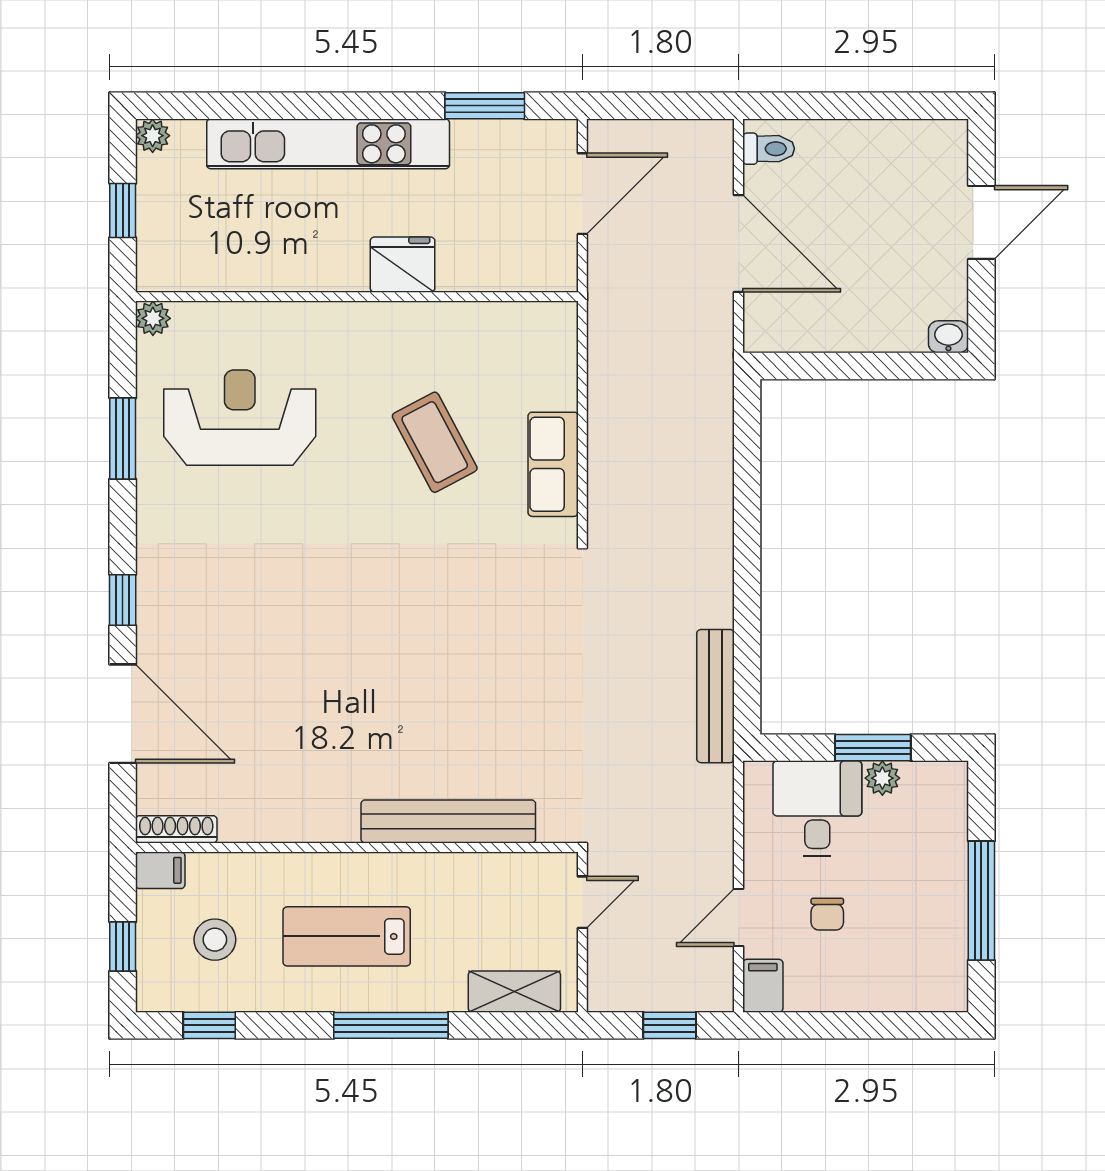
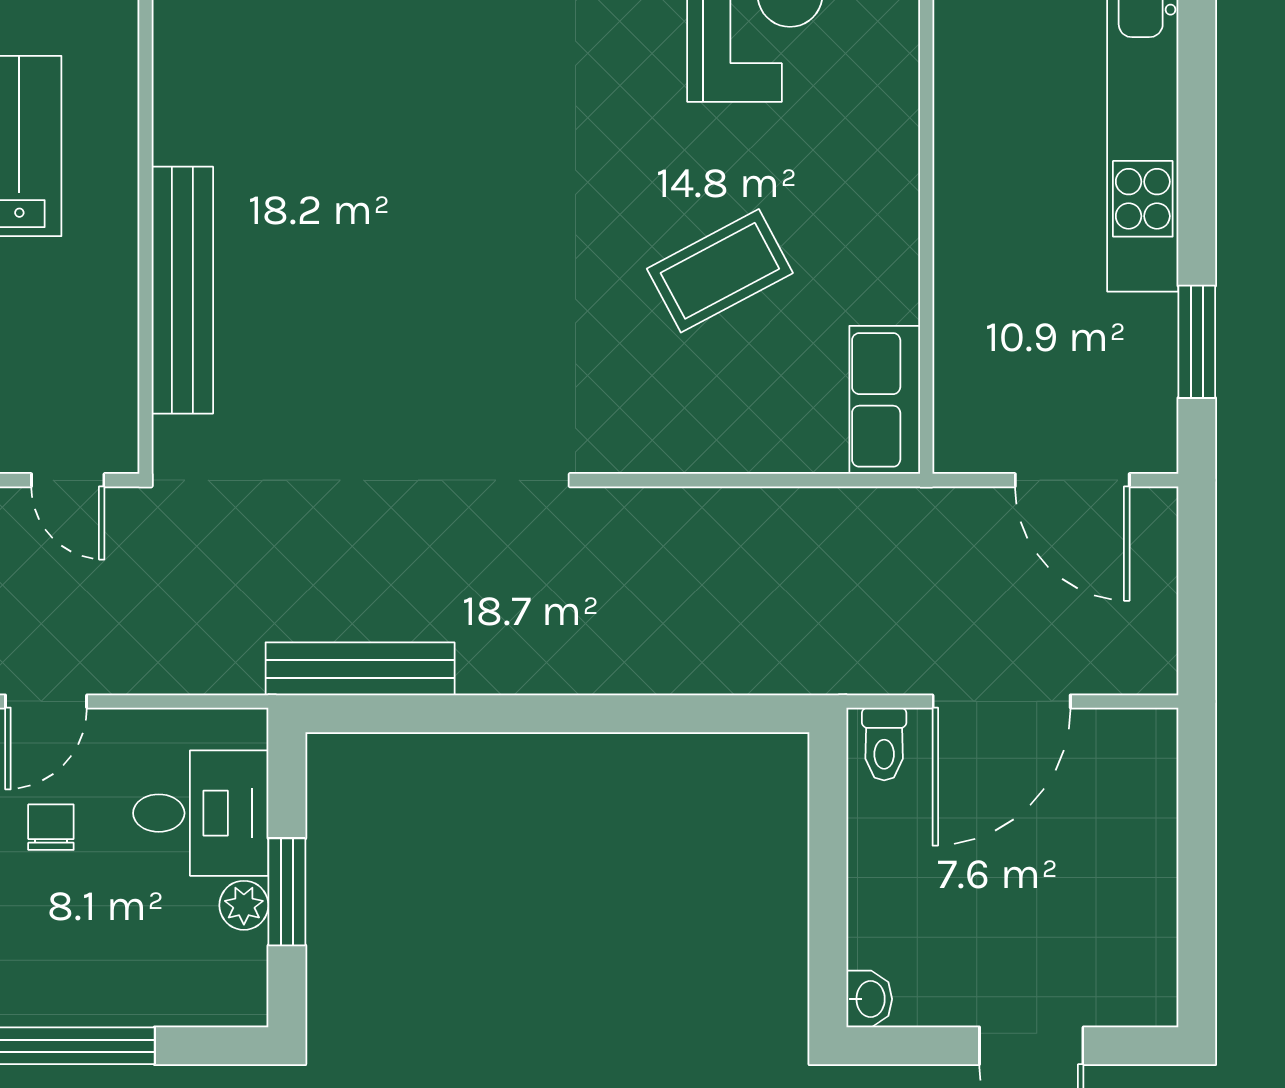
toilet: (769, 149) -> (884, 744), moved
fridge: (403, 265) -> (972, 225), removed
row of seats: (553, 464) -> (885, 400), moved, turned -90
chair: (827, 914) -> (51, 827), turned 90
door: (739, 918) -> (46, 701), swing flipped

